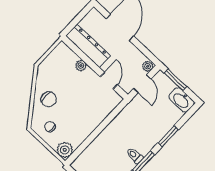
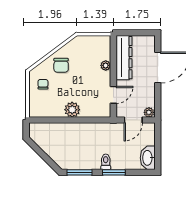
window: (175, 80) -> (158, 140), removed
plant: (65, 150) -> (72, 110), moved
toilet: (135, 156) -> (106, 162), moved

